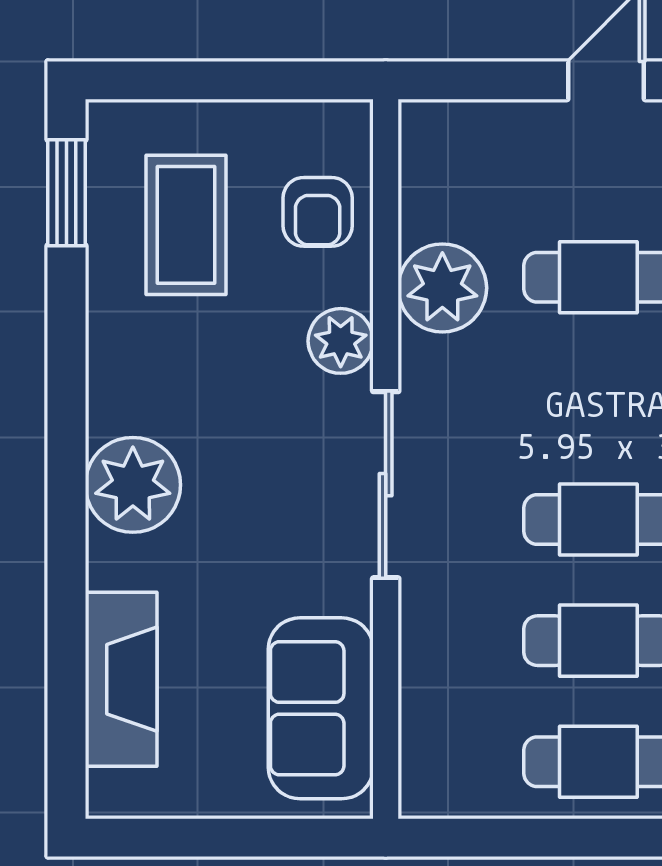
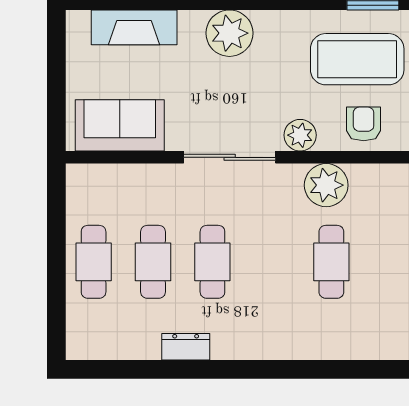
armchair: (318, 212) -> (364, 124), turned 90
coffee table: (186, 225) -> (357, 59), width x1.36, depth x1.32

